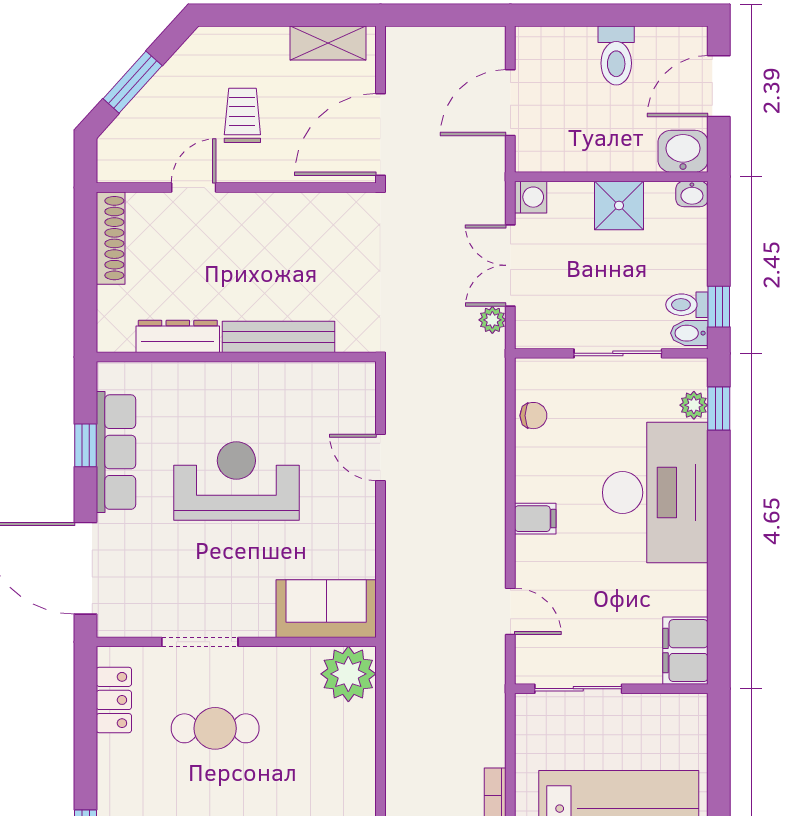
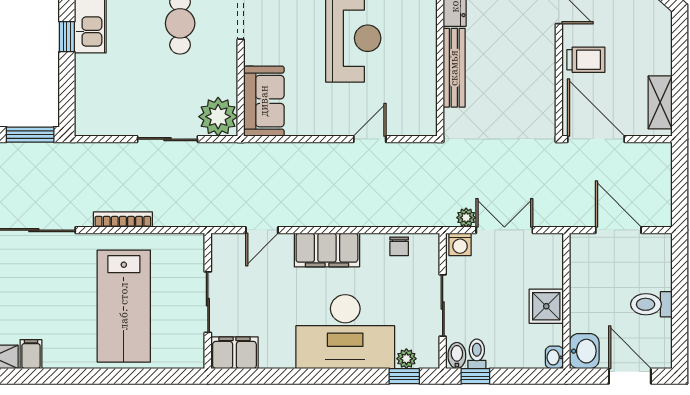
trolley: (242, 115) -> (586, 60), moved
washing machine: (531, 197) -> (460, 244), moved
filing cabinet: (535, 519) -> (327, 250), width x3.00, depth x1.17
sliding door: (578, 689) -> (208, 302), moved
sliding door: (380, 746) -> (168, 139), added

